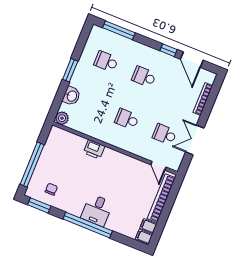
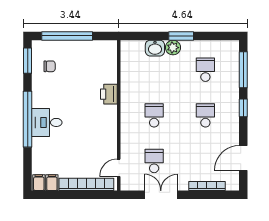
window: (168, 50) -> (243, 108), moved
plant: (62, 118) -> (173, 48), moved

